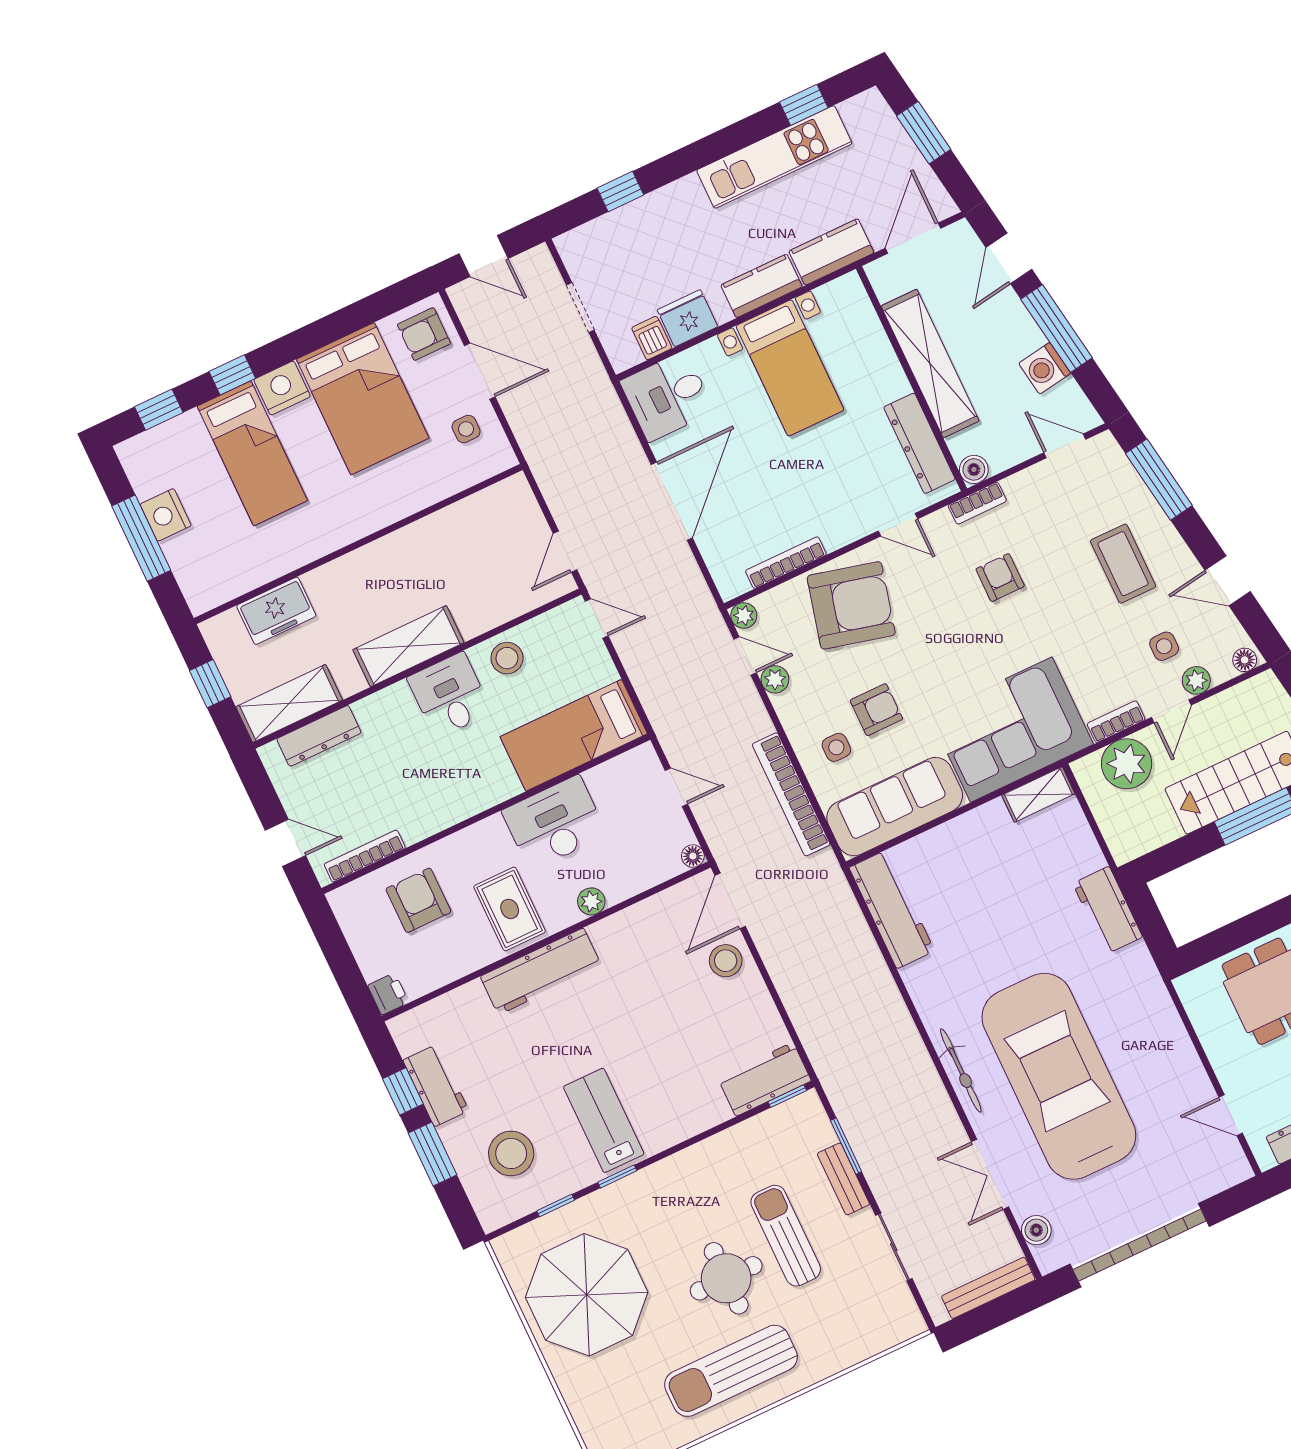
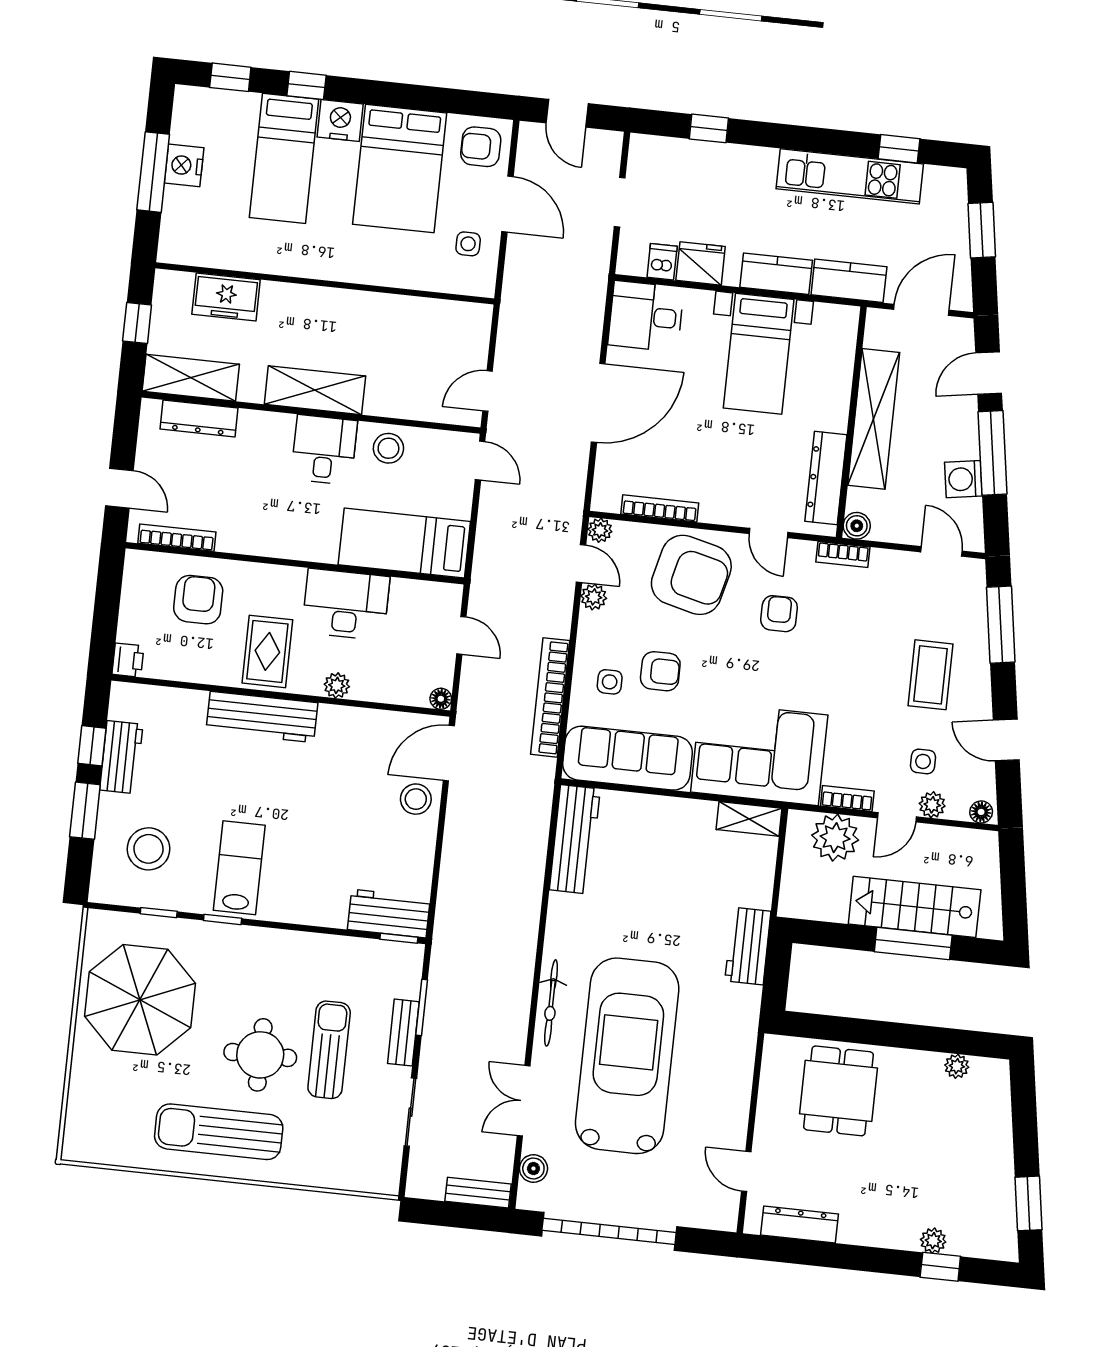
armchair: (1000, 578) -> (779, 614), moved
bench: (988, 1288) -> (478, 1193), width x0.73

